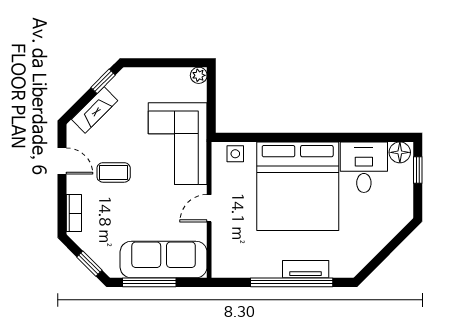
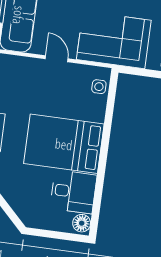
window: (418, 170) -> (65, 236), removed
bed: (298, 186) -> (64, 144), width x0.73

